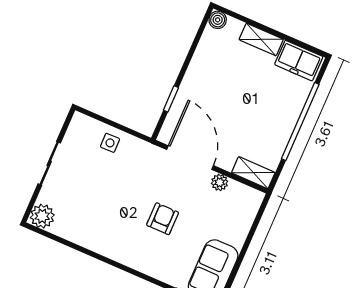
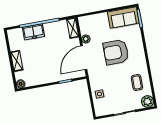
freezer: (299, 61) -> (33, 32), moved, turned 90
armchair: (163, 219) -> (116, 52), width x1.88, depth x1.88
coffee table: (87, 220) -> (137, 82), added

